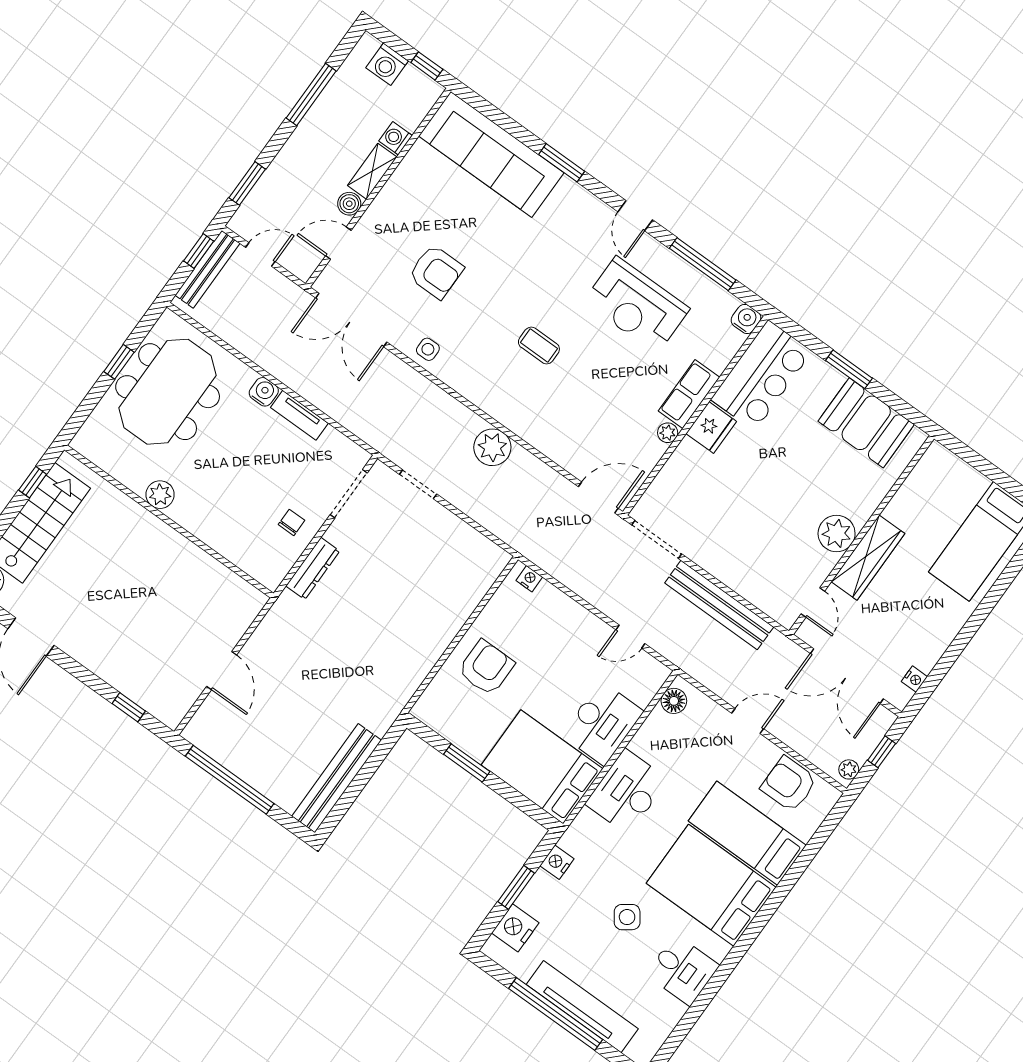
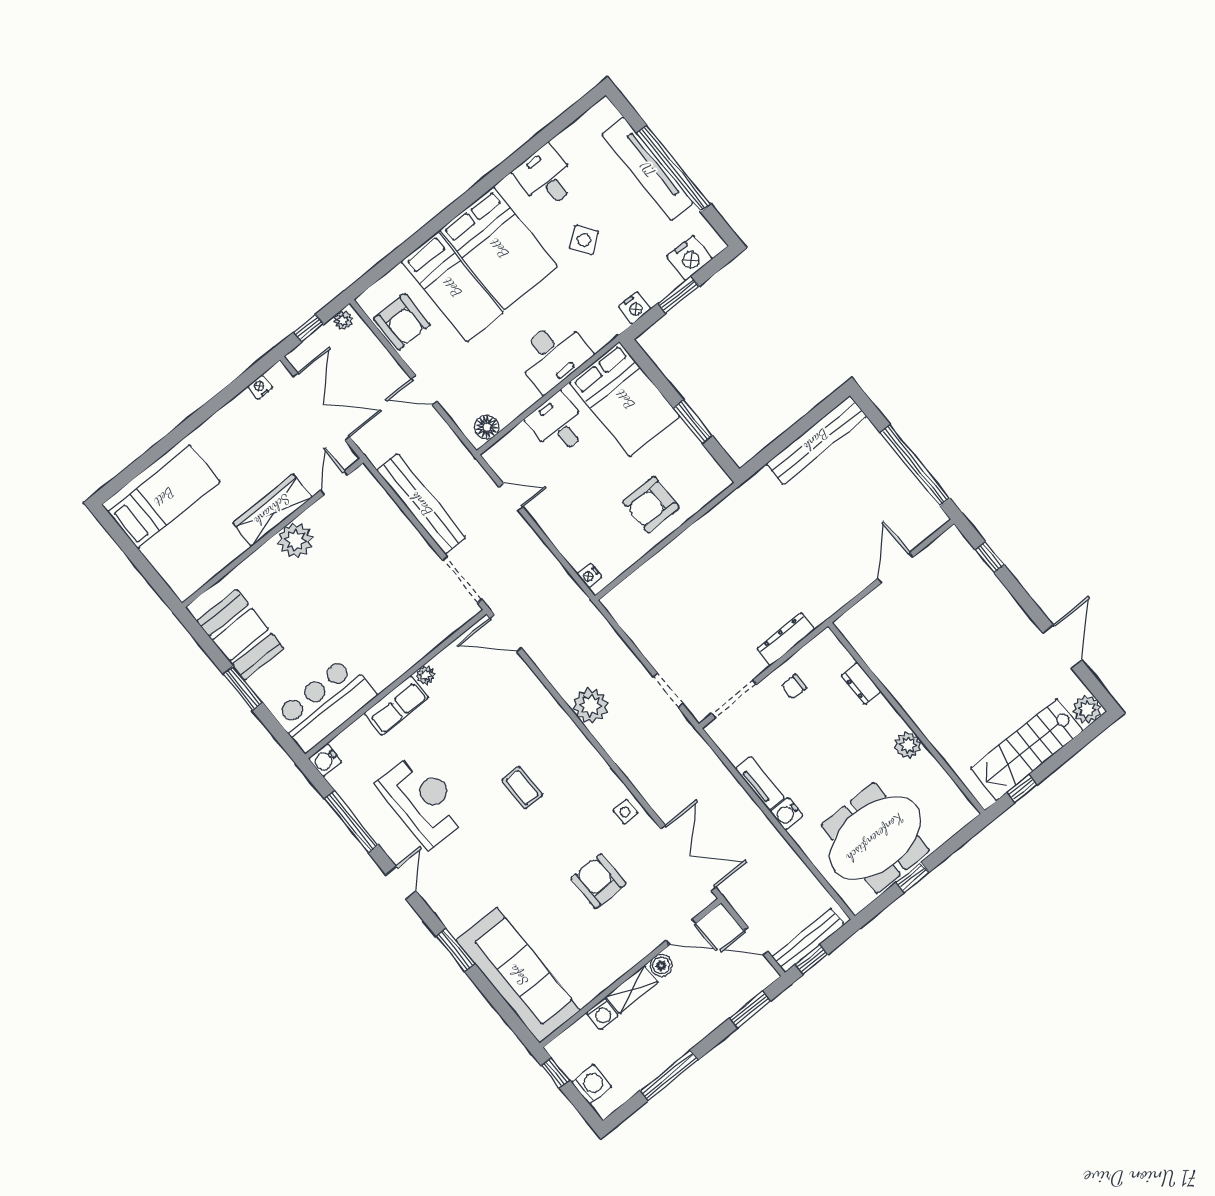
fridge: (711, 427) -> (384, 669), removed
dresser: (224, 544) -> (861, 684), added
desk: (602, 723) -> (558, 424), width x0.73

